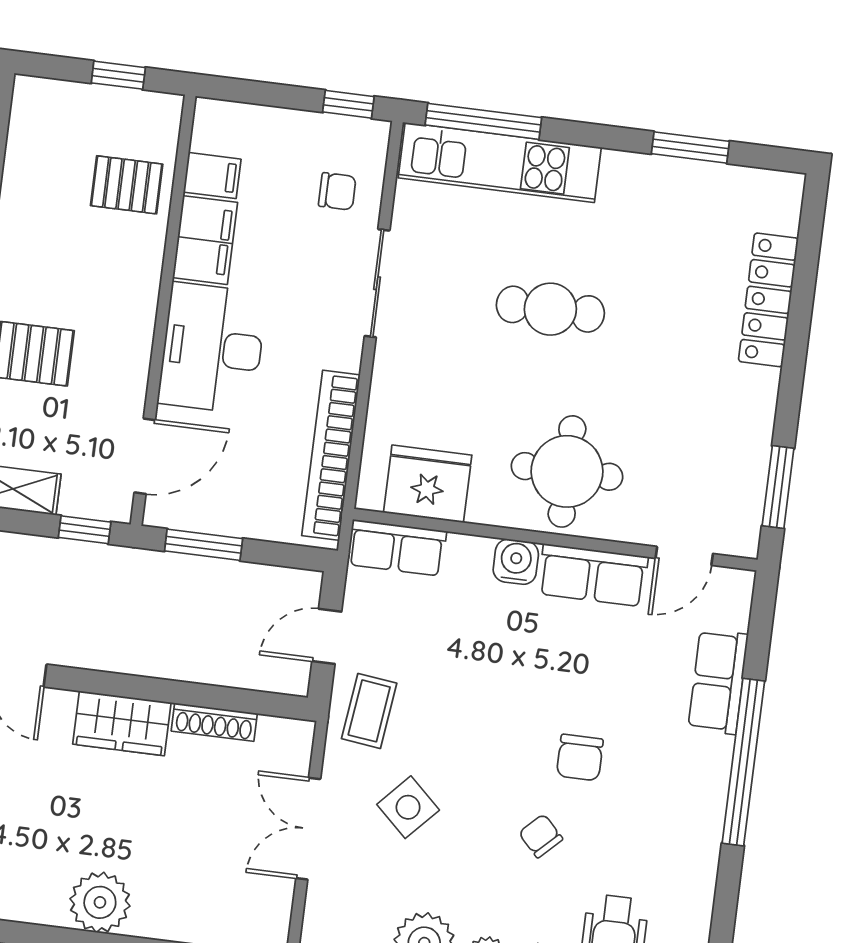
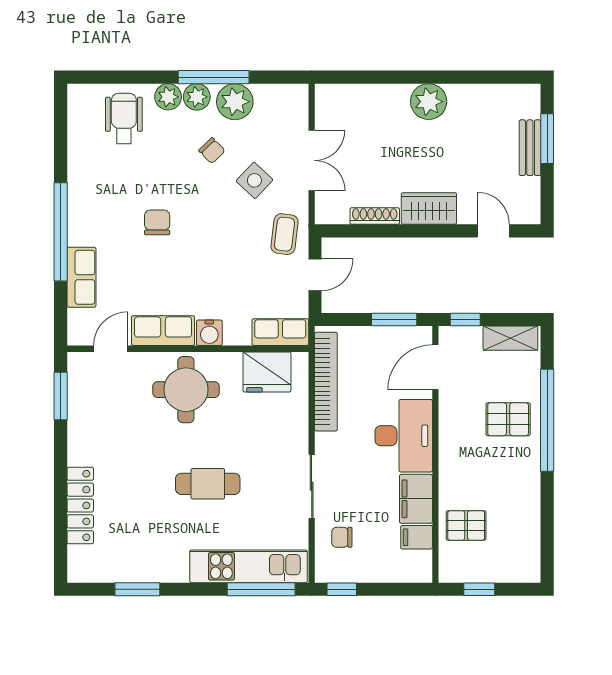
chair: (541, 836) -> (212, 151), moved

